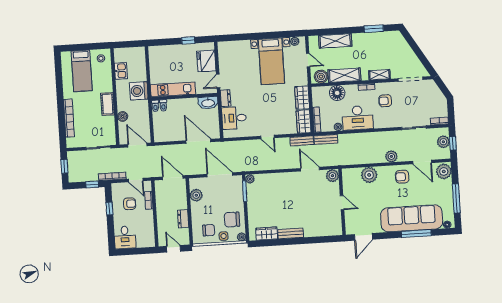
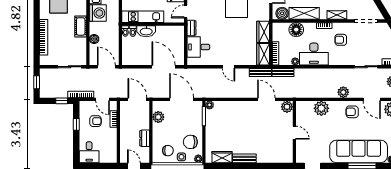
washing machine: (139, 91) -> (98, 13), moved, turned 180
washbasin: (208, 103) -> (146, 31), moved

